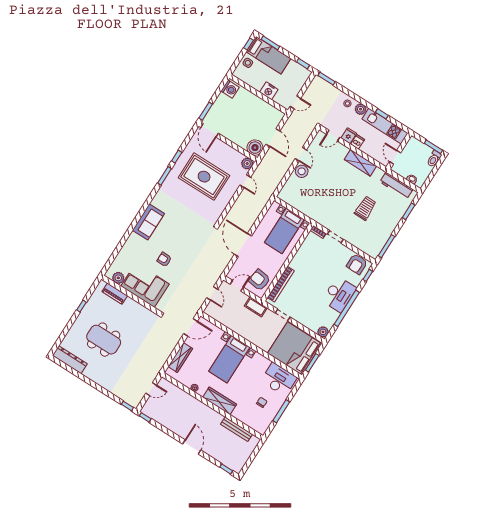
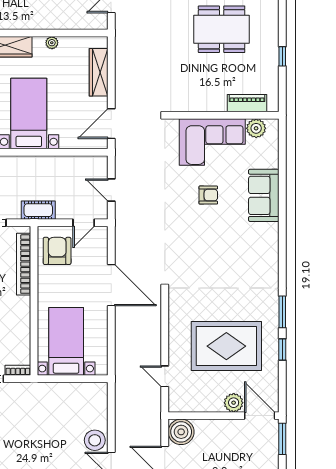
plant: (247, 163) -> (234, 403), moved
sofa: (148, 222) -> (264, 195), moved
armchair: (259, 280) -> (57, 251), turned -98

